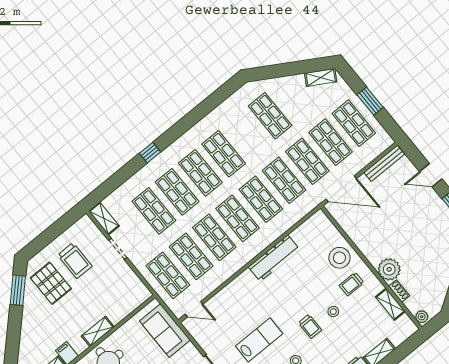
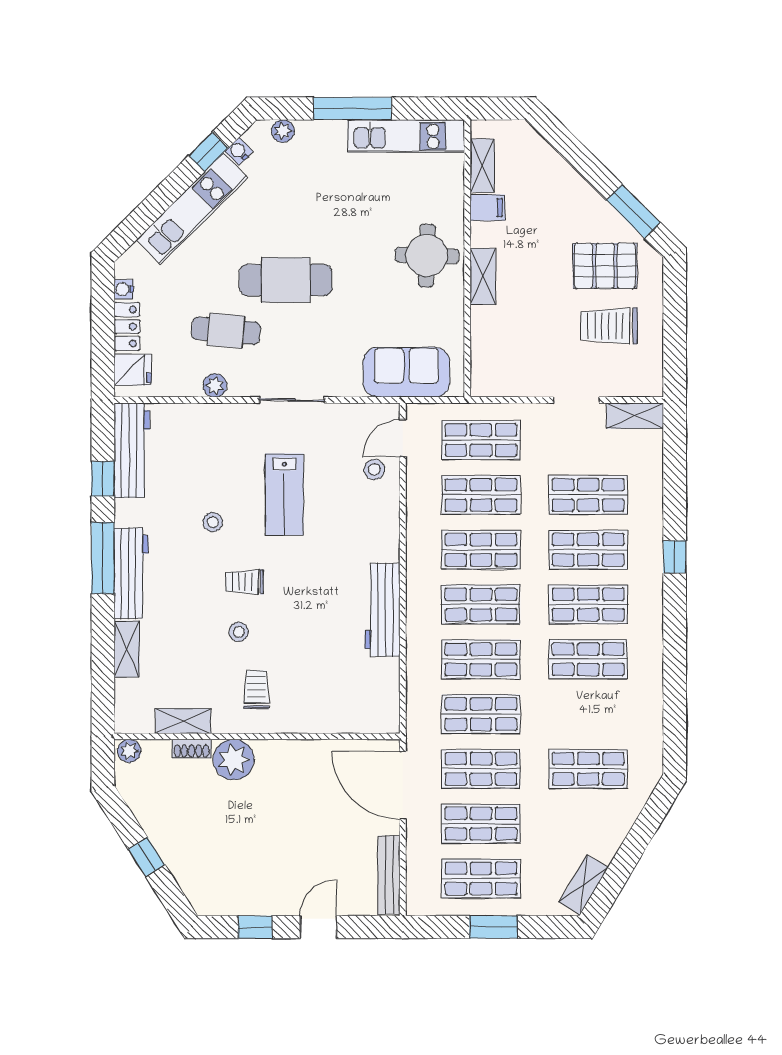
door: (341, 189) -> (403, 785), hinge flipped
stool: (339, 258) -> (374, 469), moved, width x0.53, depth x0.53

